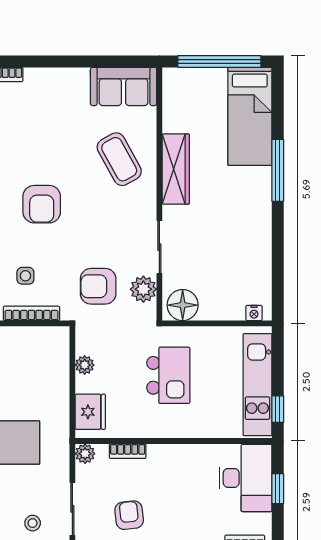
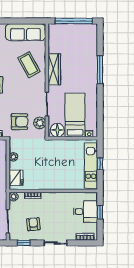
sofa: (124, 86) -> (26, 32), width x1.36
bed: (250, 116) -> (75, 115), moved, turned 180
armchair: (98, 286) -> (19, 122), turned 180
kitchen island: (168, 375) -> (51, 162), removed
window: (278, 409) -> (100, 164), moved
desk: (245, 478) -> (85, 212), width x0.73

